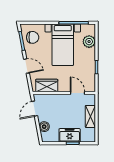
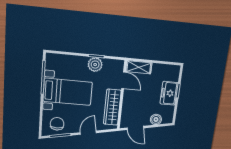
plant: (89, 42) -> (95, 65), moved
wardrobe: (47, 86) -> (112, 107), width x1.50
door: (77, 93) -> (123, 80), swing flipped
shelving: (90, 116) -> (139, 67), moved

